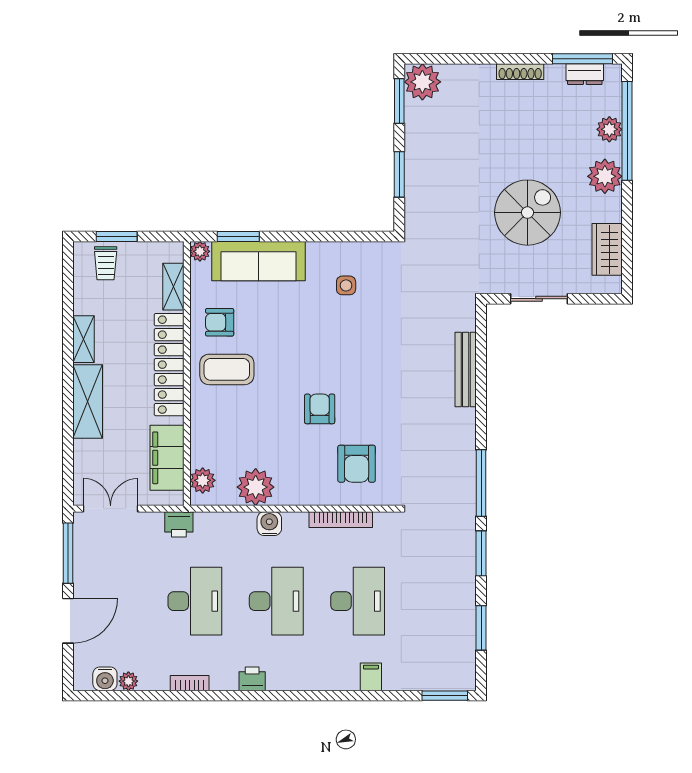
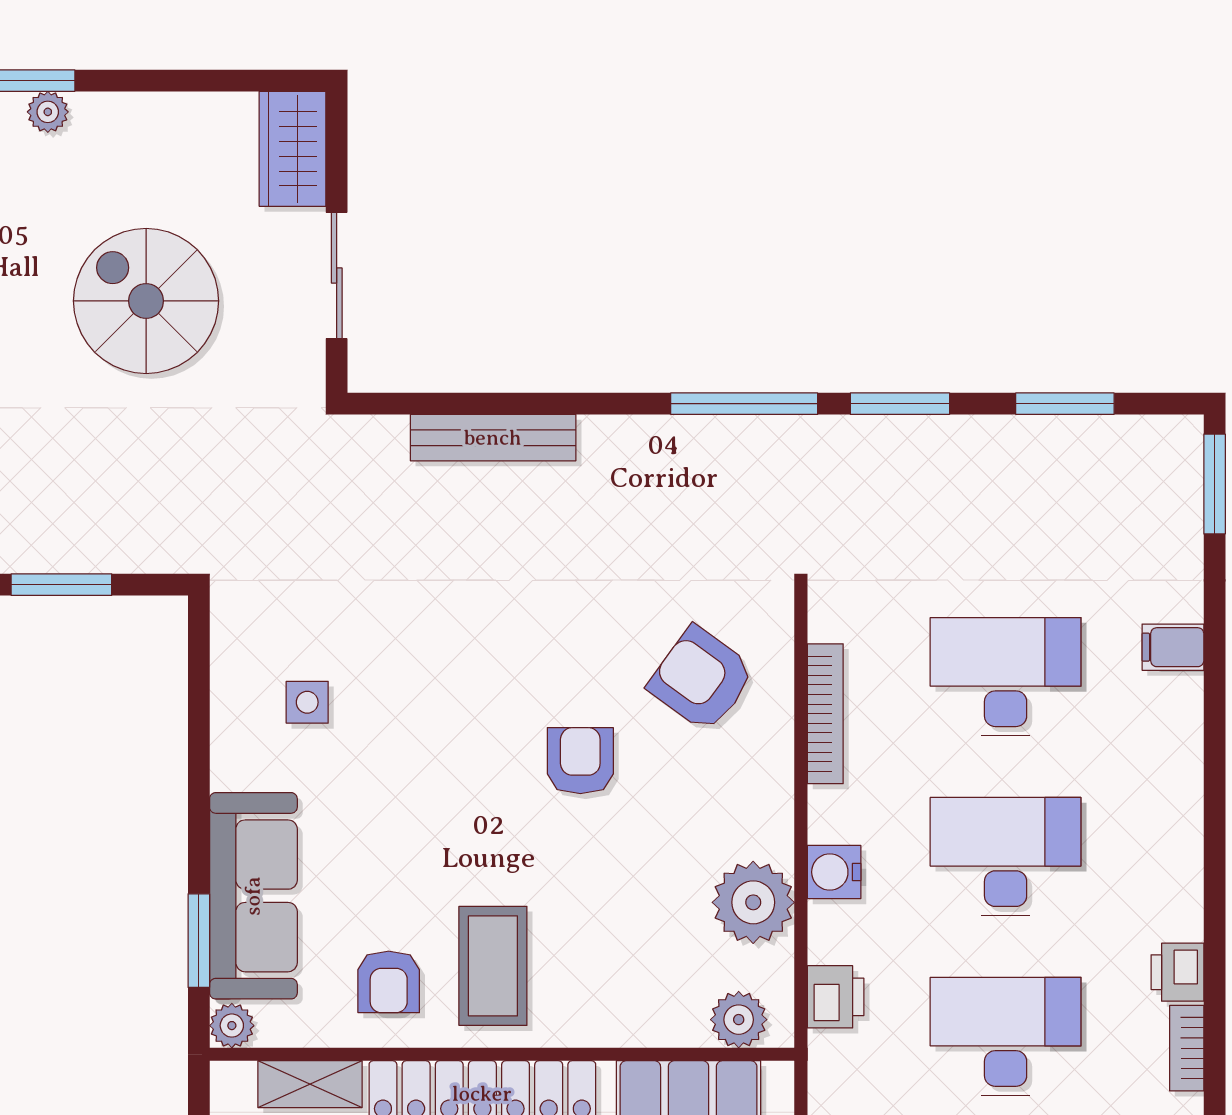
plant: (605, 176) -> (48, 112), width x0.53, depth x0.53
wardrobe: (607, 249) -> (293, 149), moved, turned 90
armchair: (320, 409) -> (580, 761), turned 90
armchair: (357, 464) -> (702, 679), turned -144
printer: (179, 524) -> (836, 997), moved
printer: (252, 679) -> (1177, 972), moved

